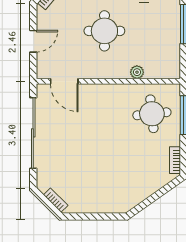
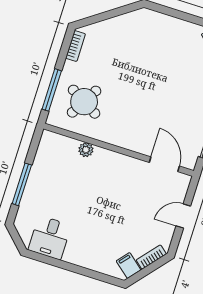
round table: (104, 31) -> (106, 203), removed
round table: (152, 114) -> (84, 102), turned 36

